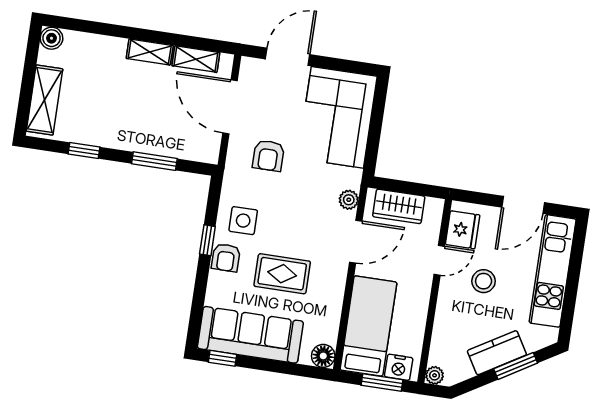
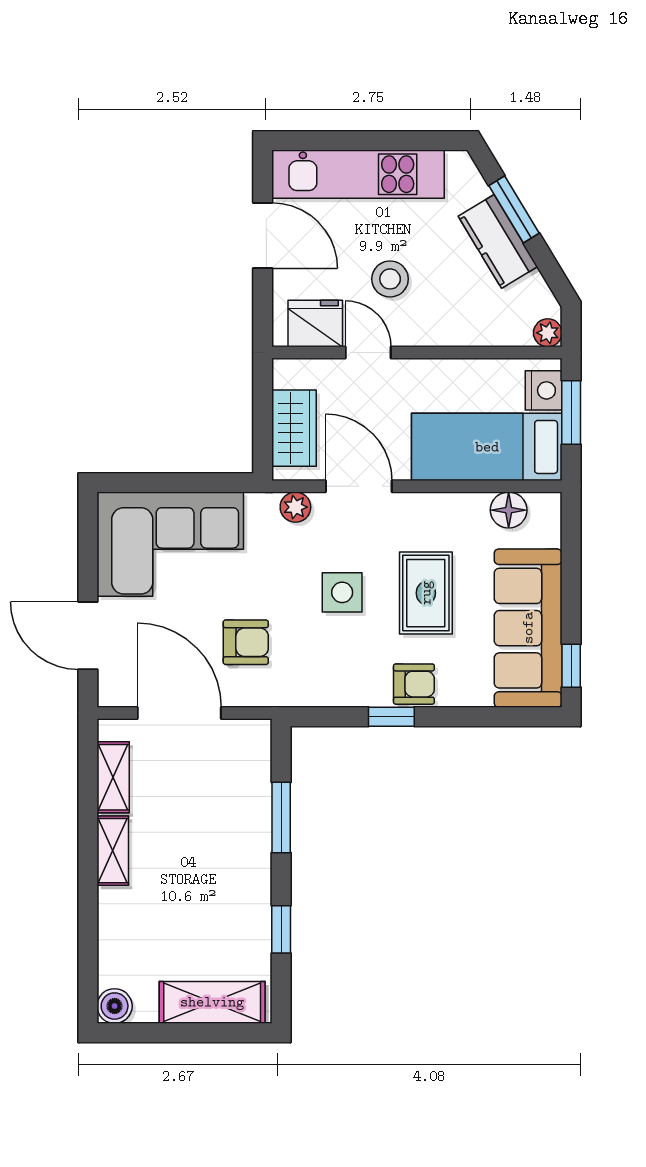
door: (230, 107) -> (179, 713), swing flipped
side table: (243, 221) -> (342, 592), moved
floor lamp: (323, 356) -> (509, 510), moved

